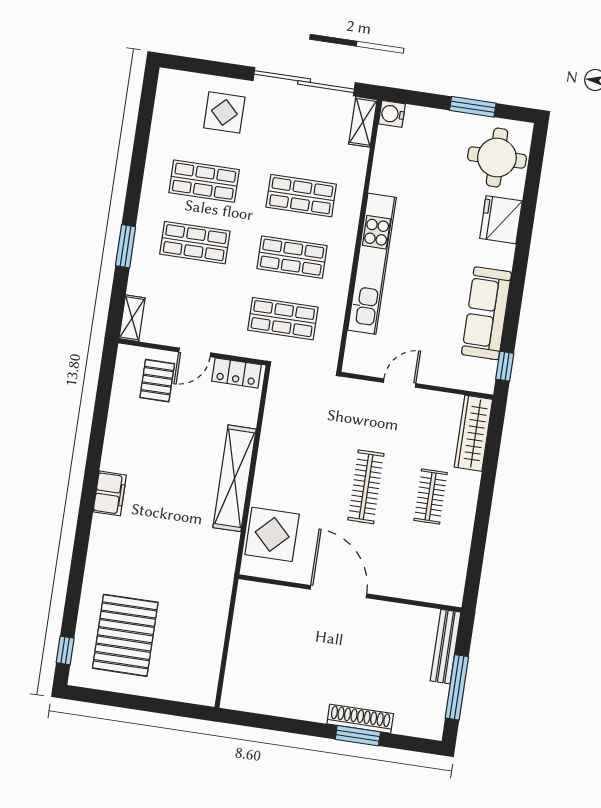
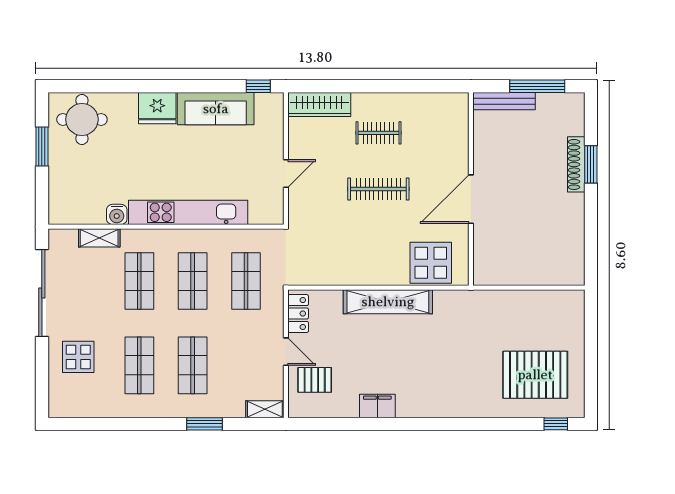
water cooler: (392, 114) -> (117, 214), moved
shelving: (363, 122) -> (99, 238), moved
fridge: (501, 220) -> (157, 108), moved
door: (400, 383) -> (286, 174), swing flipped
filing cabinet: (110, 493) -> (377, 406), moved

